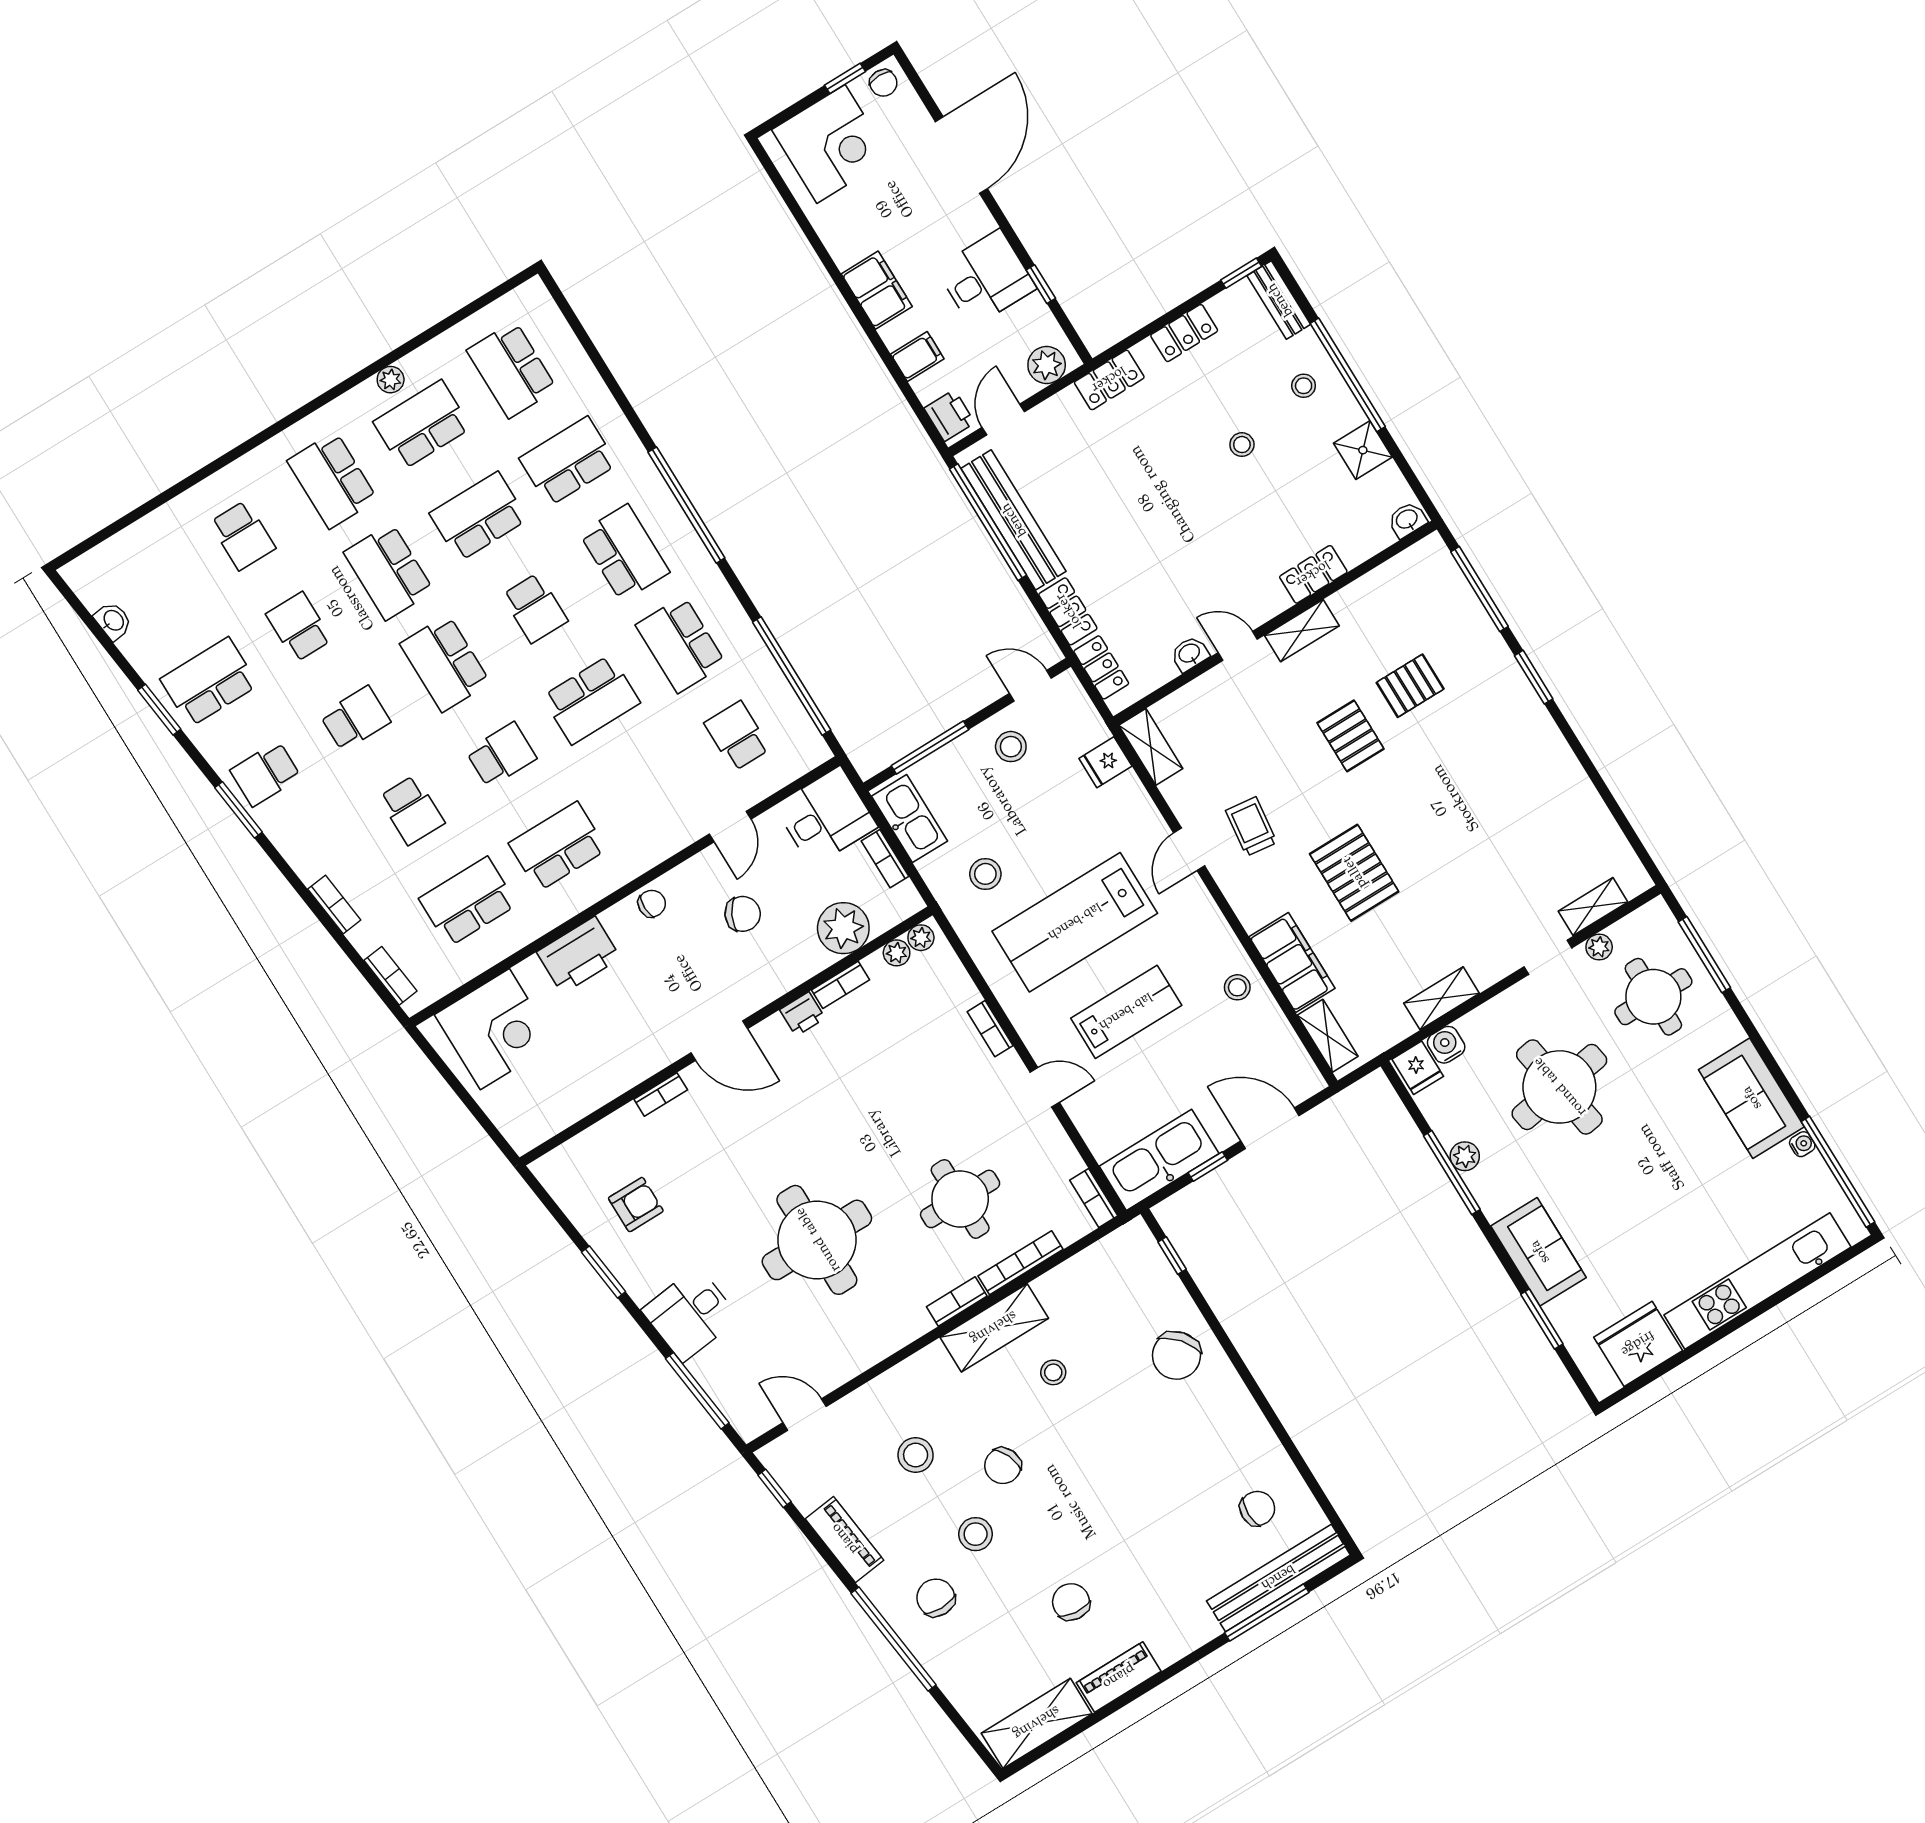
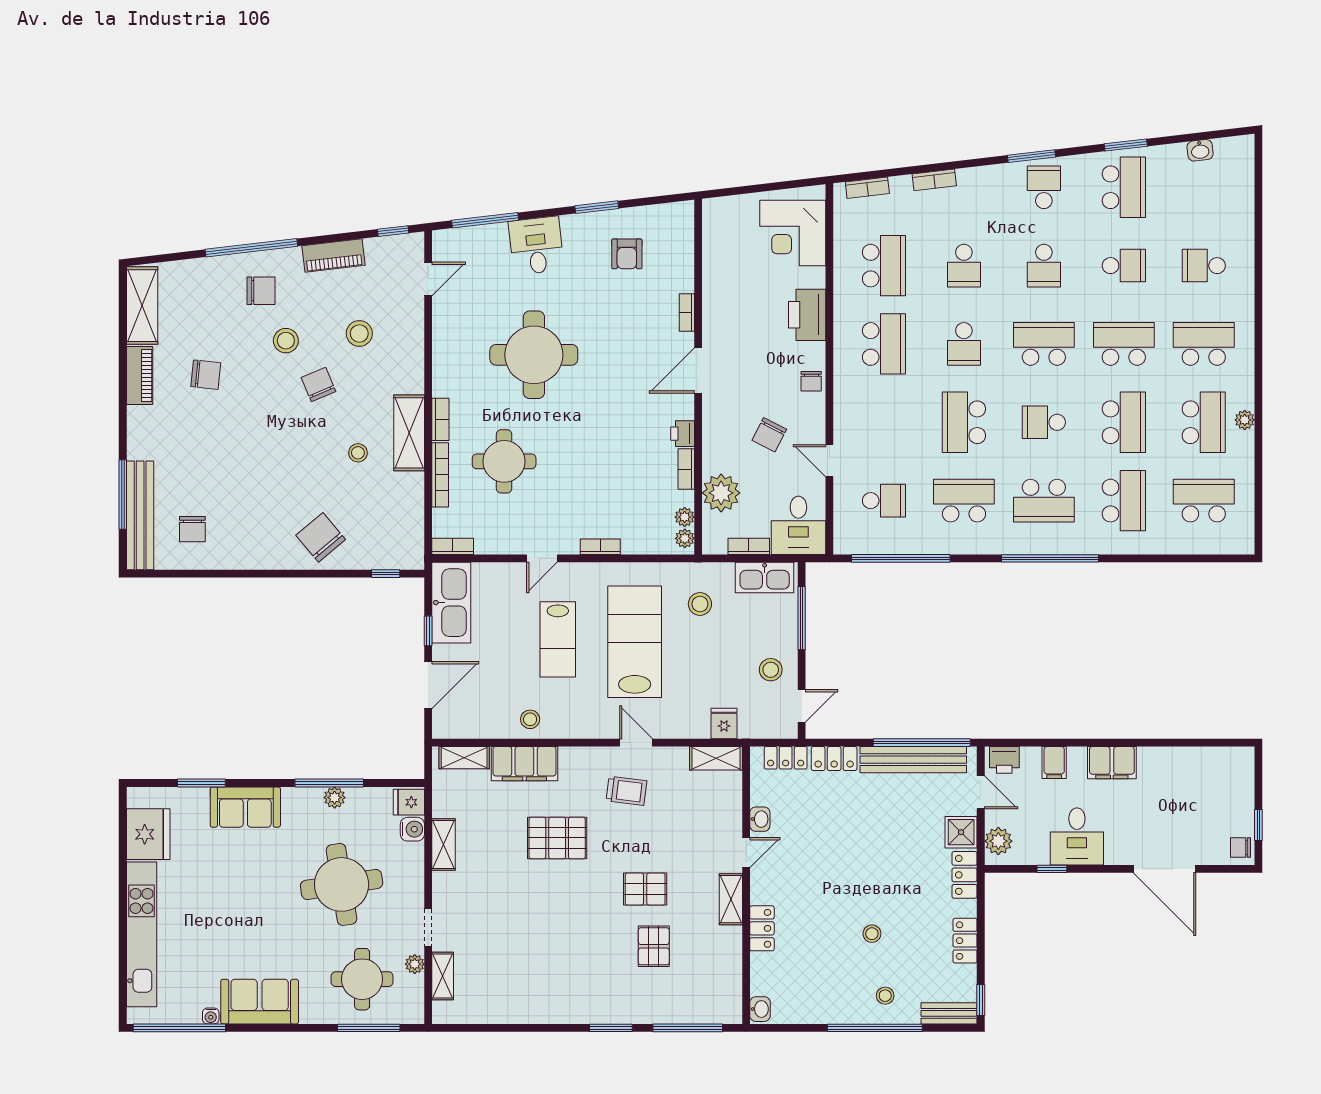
corner desk: (831, 144) -> (1222, 791), removed
shower: (1363, 450) -> (961, 832), moved
school desk: (412, 810) -> (964, 266), turned -90

